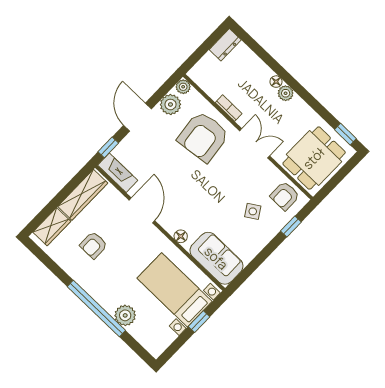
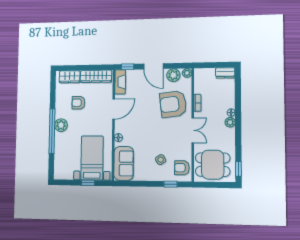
door: (138, 117) -> (153, 66), swing flipped
plant: (125, 315) -> (61, 125), moved

